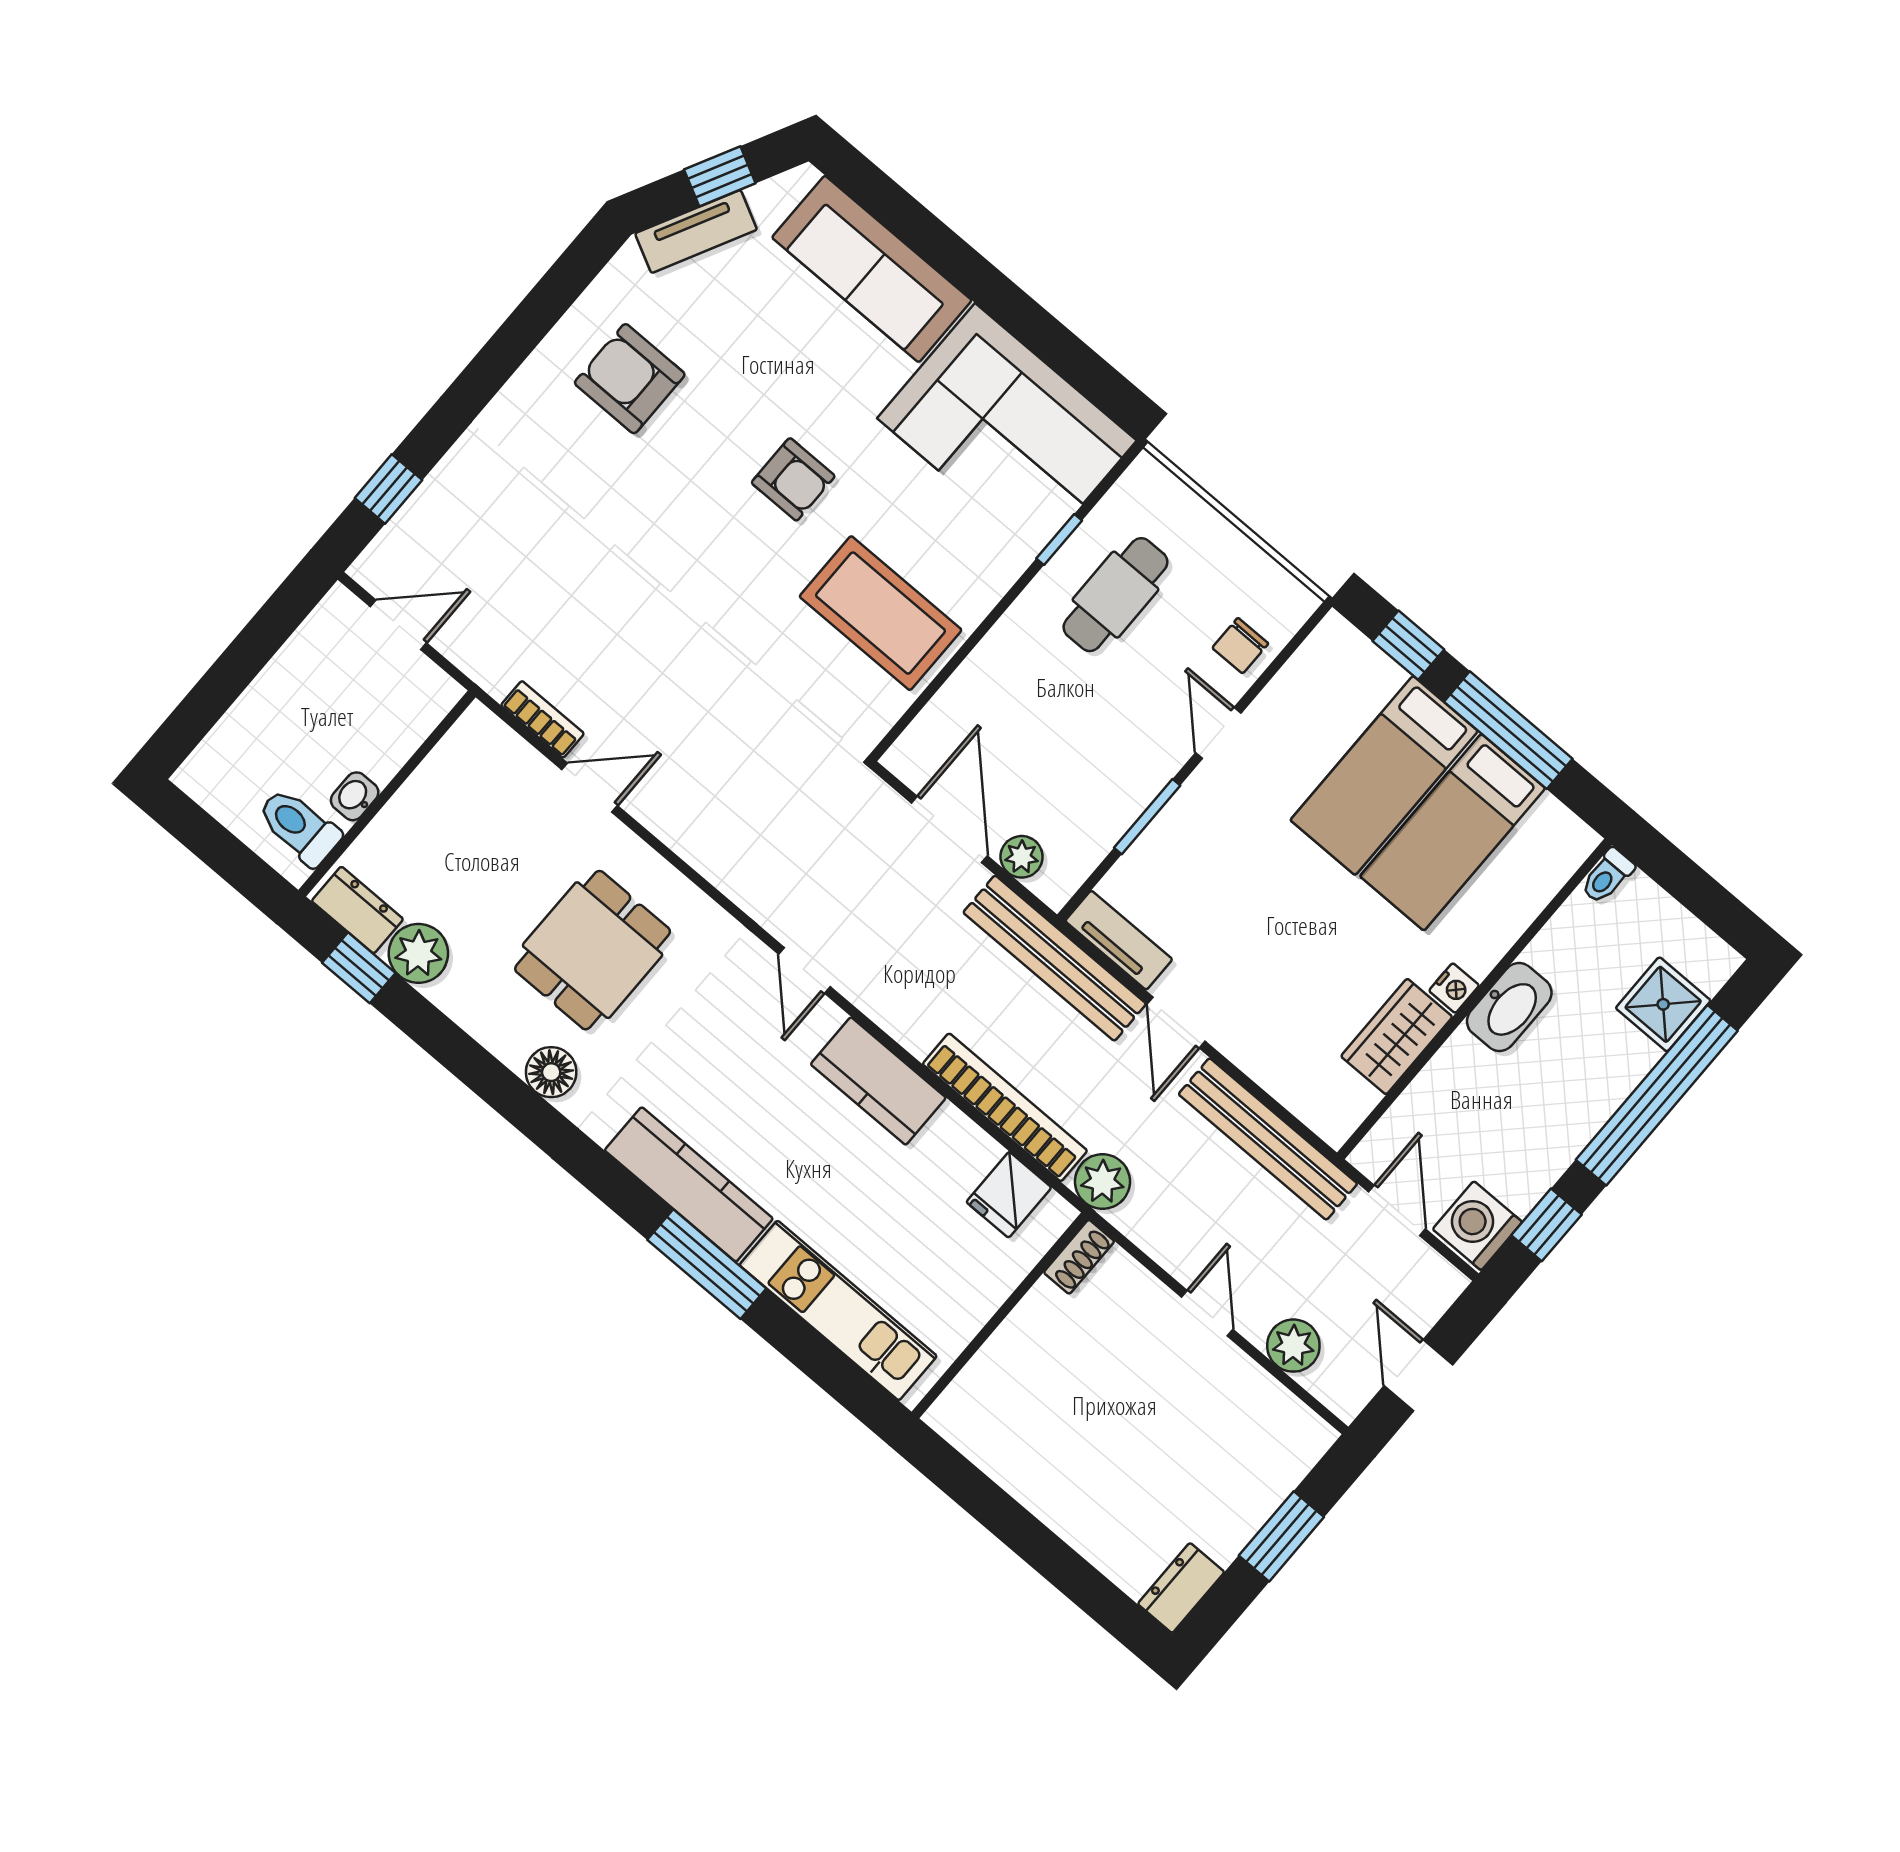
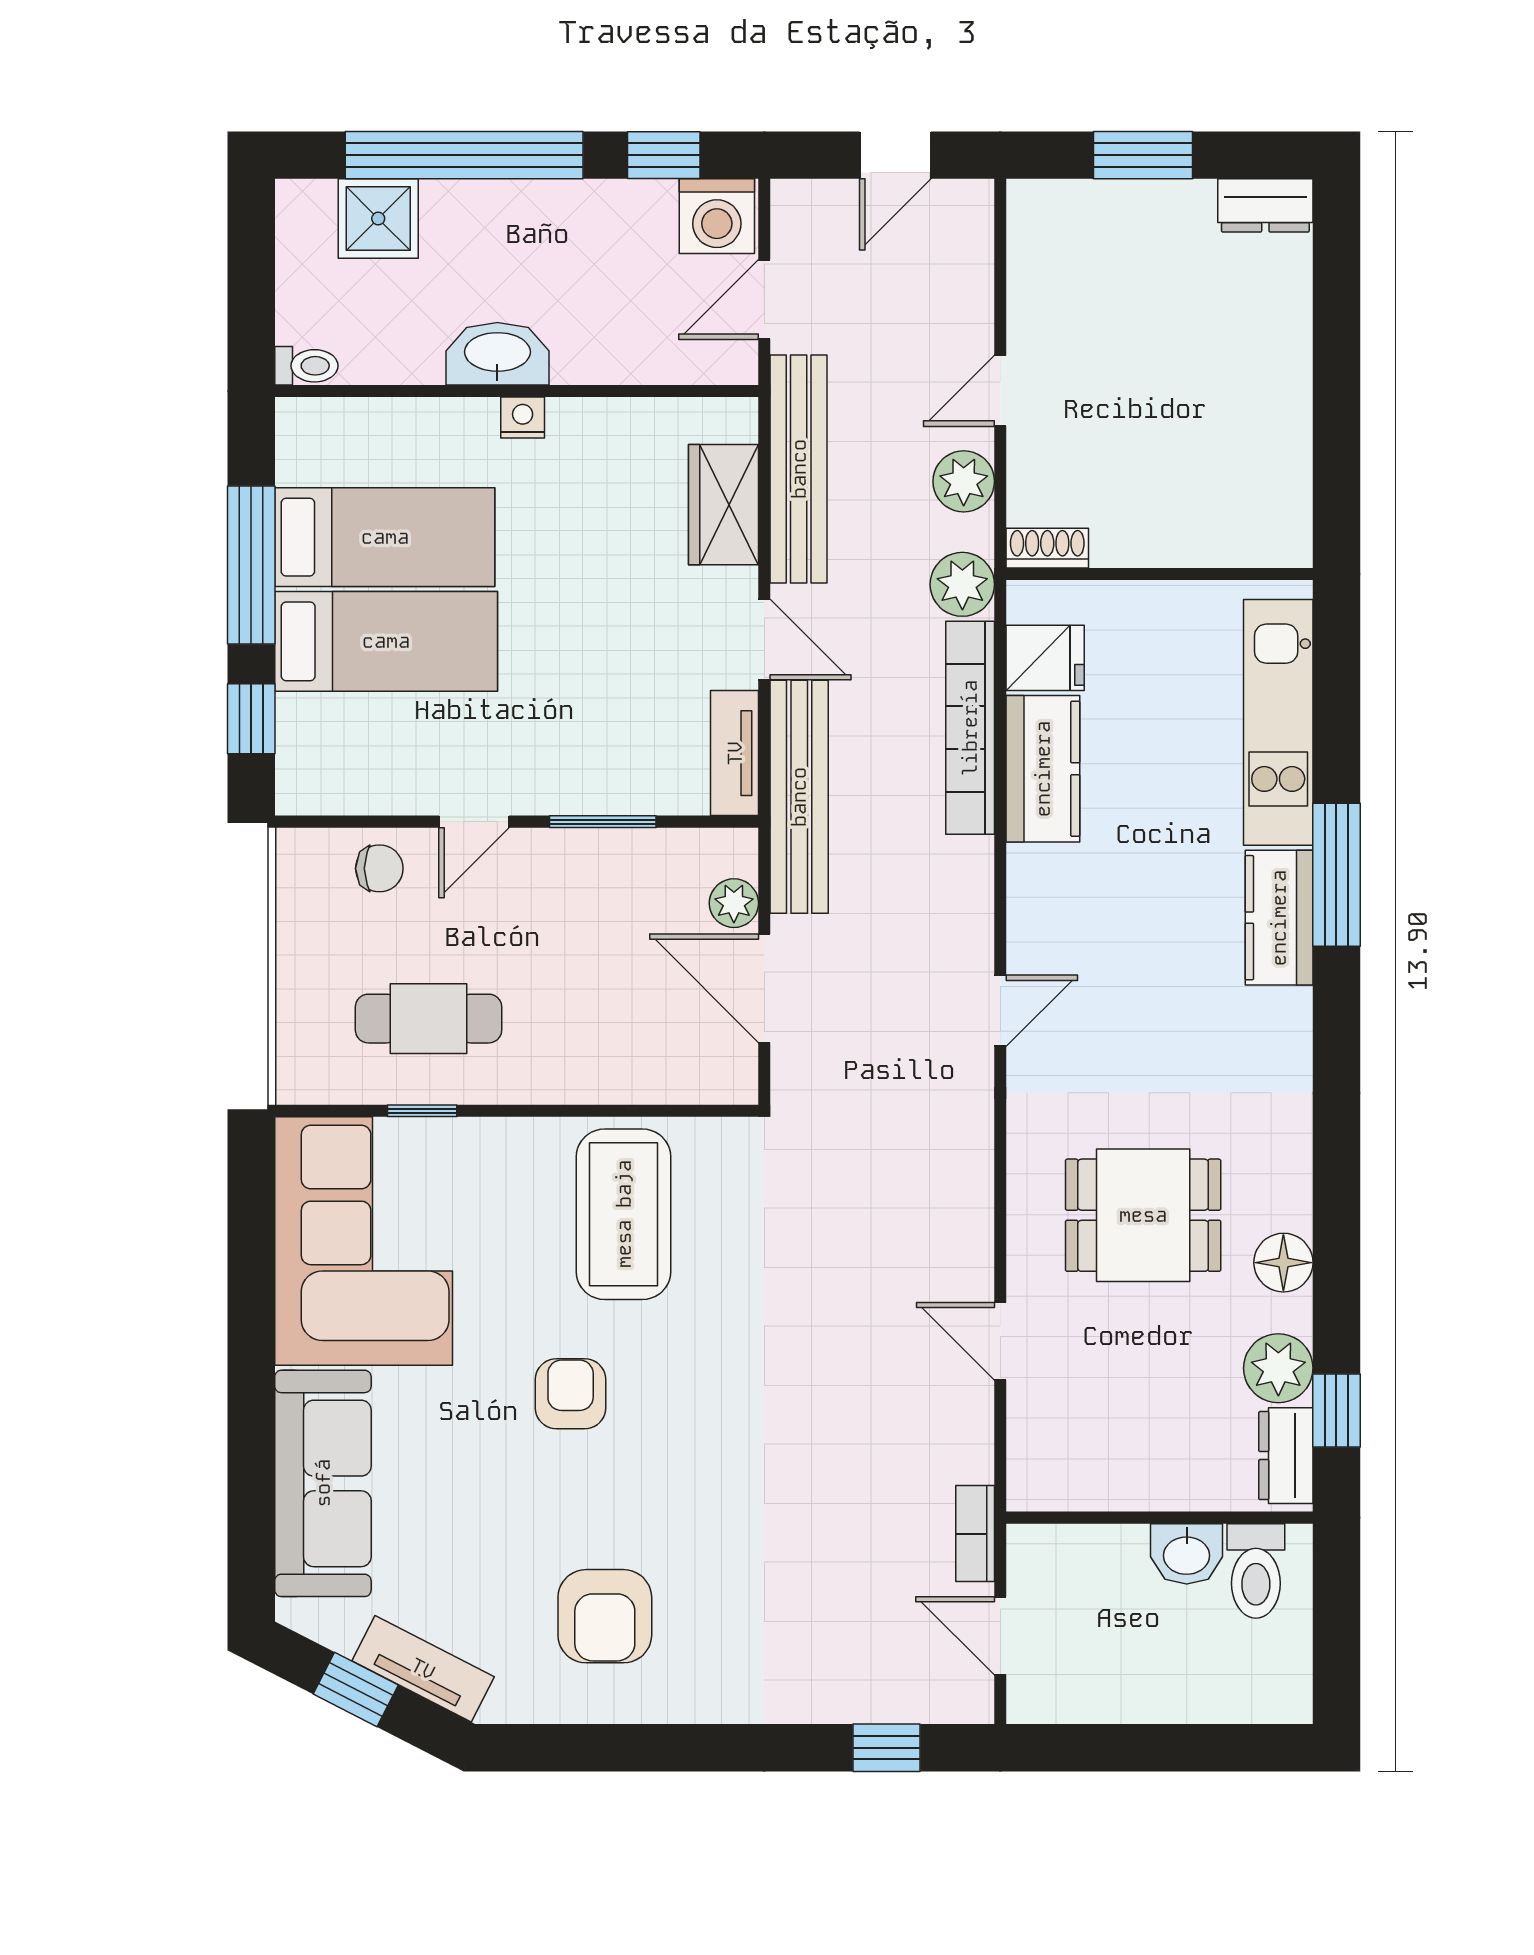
bookcase: (542, 719) -> (975, 1534), moved
washbasin: (355, 796) -> (1187, 1554), width x1.38, depth x1.45
door: (949, 830) -> (764, 988), hinge flipped
door: (1176, 1022) -> (764, 639), hinge flipped
wardrobe: (1397, 1037) -> (723, 505), moved, turned 90
floor lamp: (551, 1072) -> (1283, 1263), moved
kitchen counter: (878, 1081) -> (1043, 769), moved
kitchen counter: (689, 1184) -> (1279, 918), width x0.67
plant: (1293, 1346) -> (964, 481), moved

